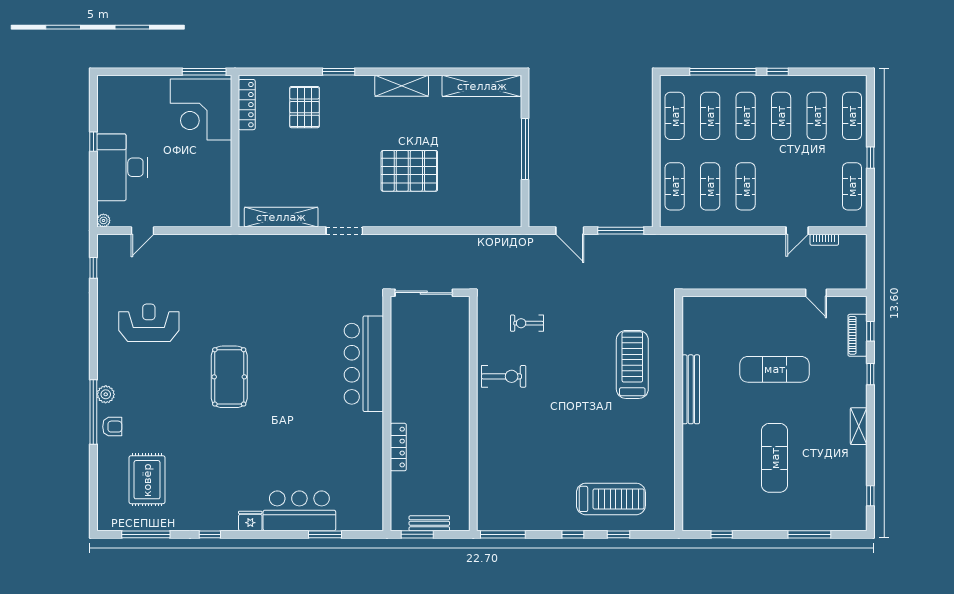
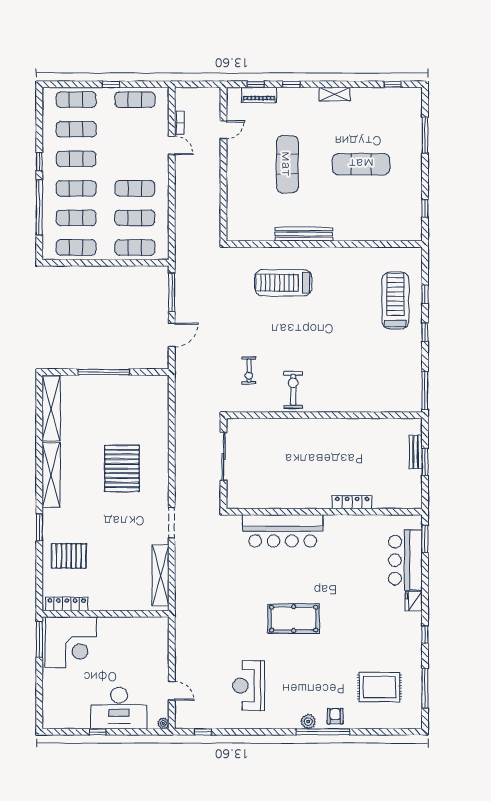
shelving: (402, 86) -> (51, 475), width x1.47
bar counter: (364, 364) -> (283, 531), moved
wall: (387, 414) -> (324, 512), moved
locker: (398, 447) -> (352, 502), moved

